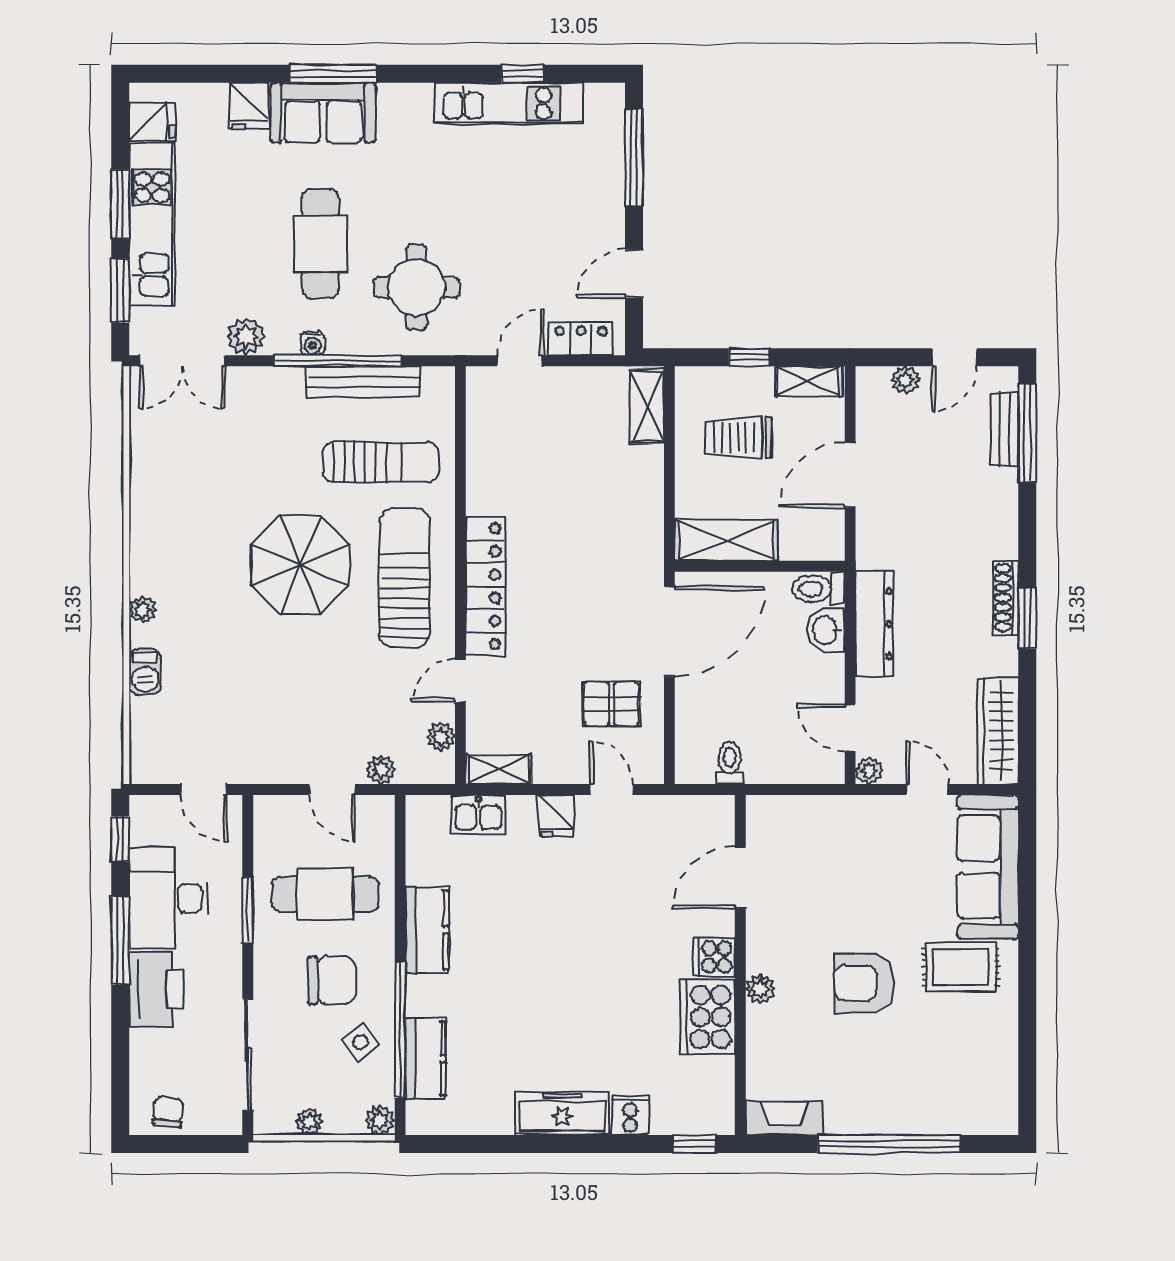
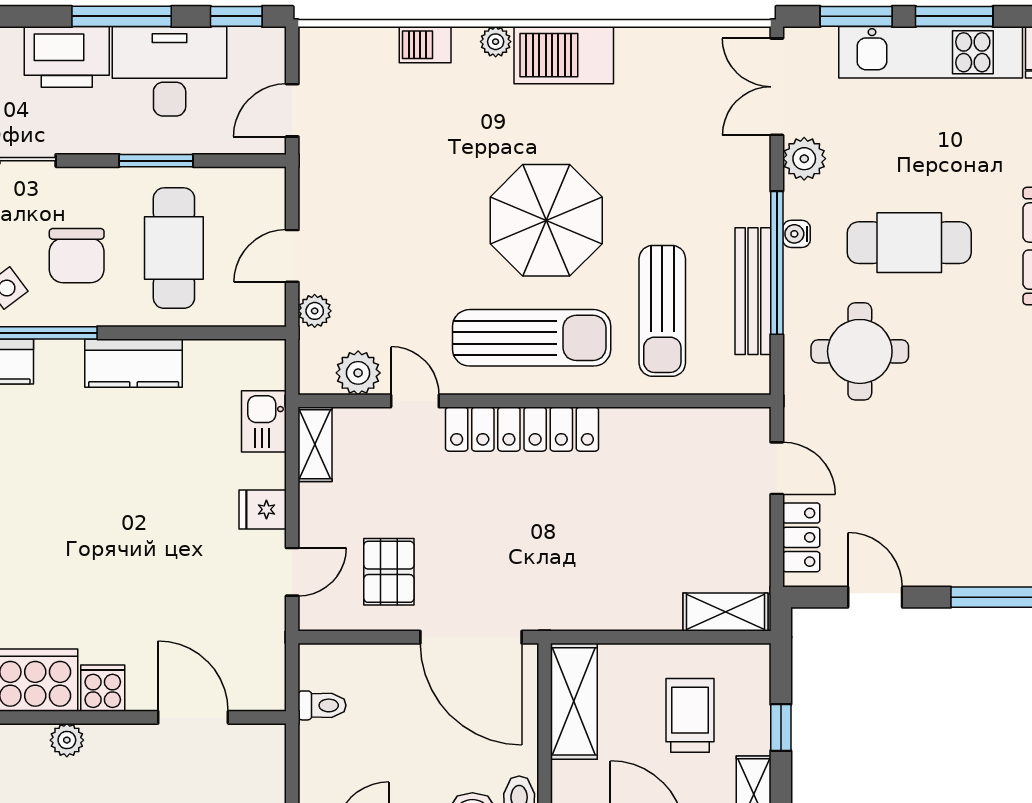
barbecue: (154, 549) -> (564, 55), added
plant: (441, 737) -> (358, 373), width x1.38, depth x1.38

